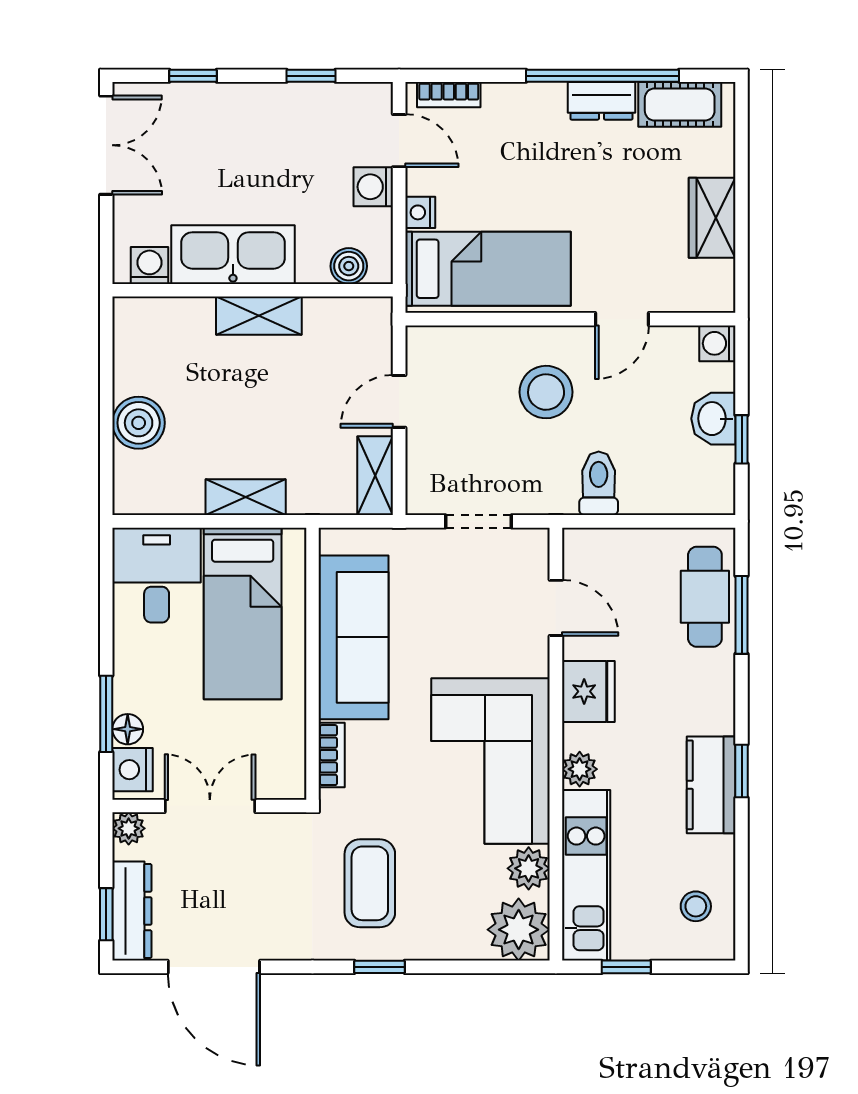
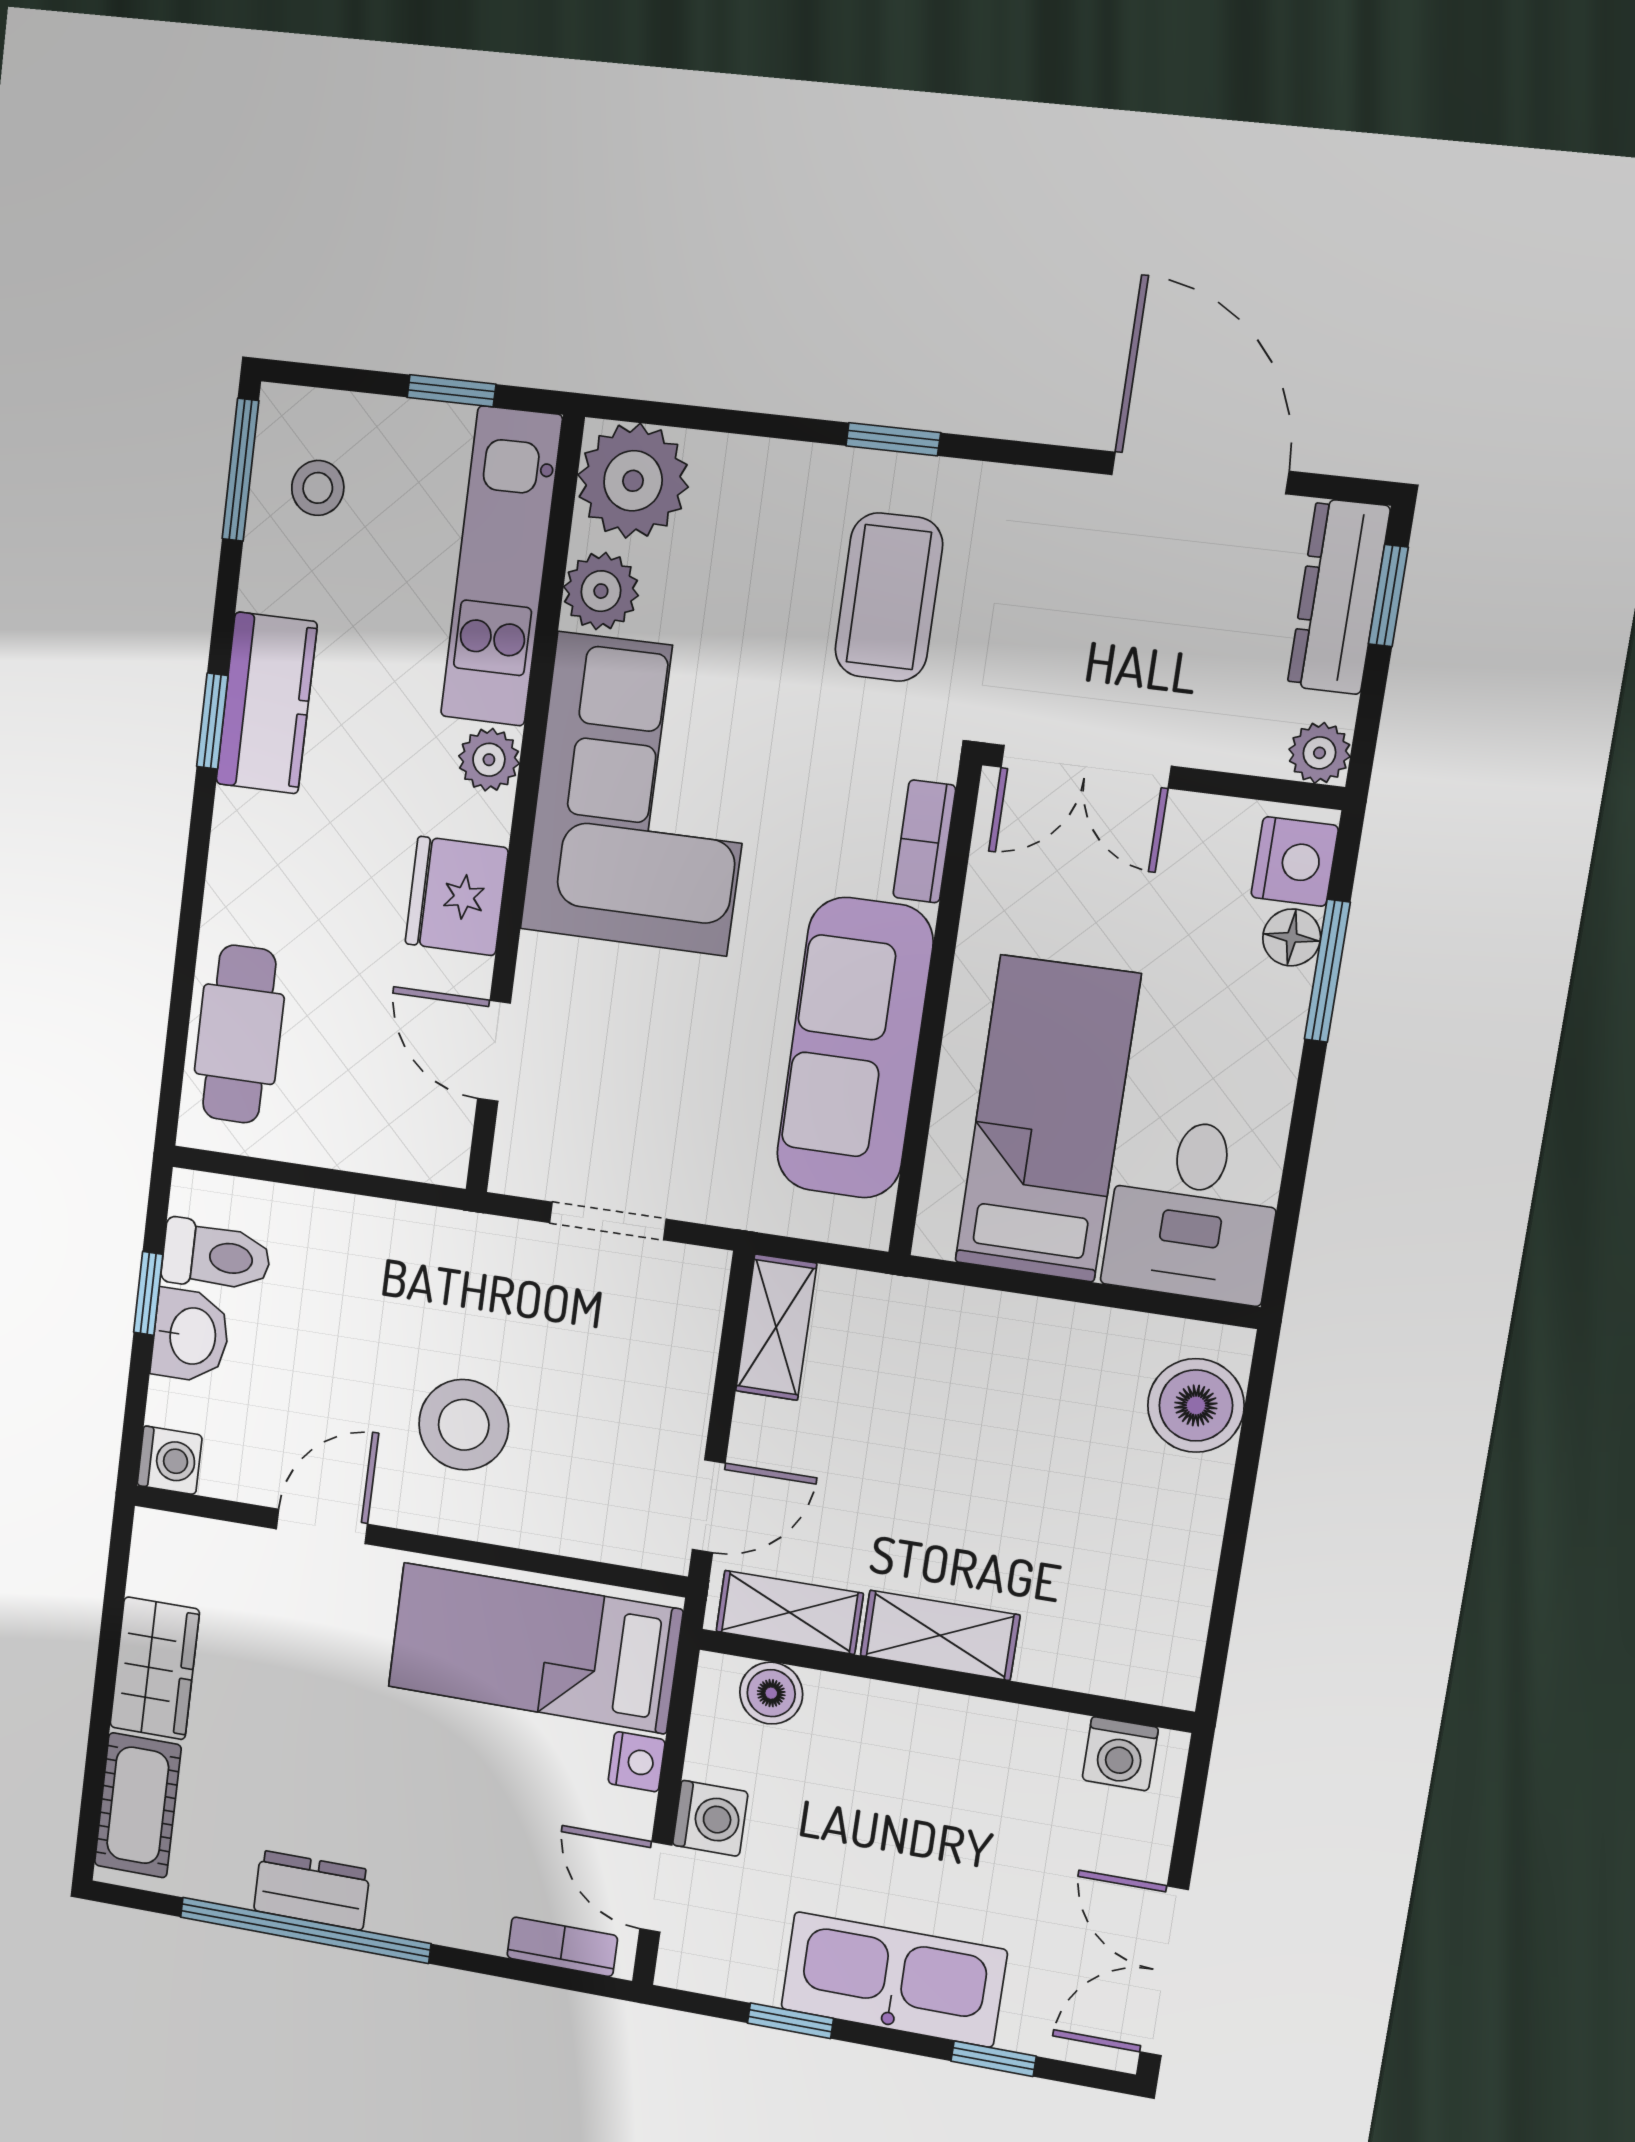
cot: (680, 104) -> (138, 1805), moved, turned 90
kitchen sink: (233, 255) -> (894, 1979), moved, turned 180
door: (399, 401) -> (709, 1506), moved
boiler: (139, 423) -> (1196, 1405), moved
toilet: (599, 483) -> (216, 1256), moved, turned -90
shelving: (246, 497) -> (790, 1612), moved
window: (742, 615) -> (240, 470), moved
double door: (210, 806) -> (1086, 767), moved

